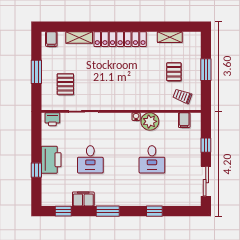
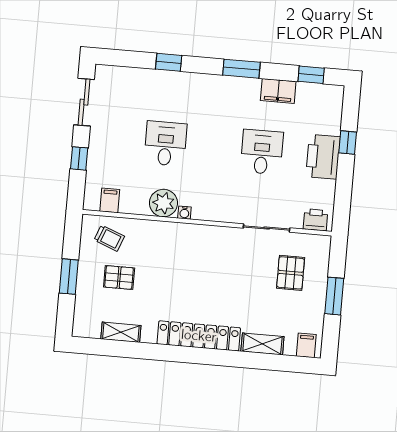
pallet: (174, 72) -> (119, 277), turned 90

